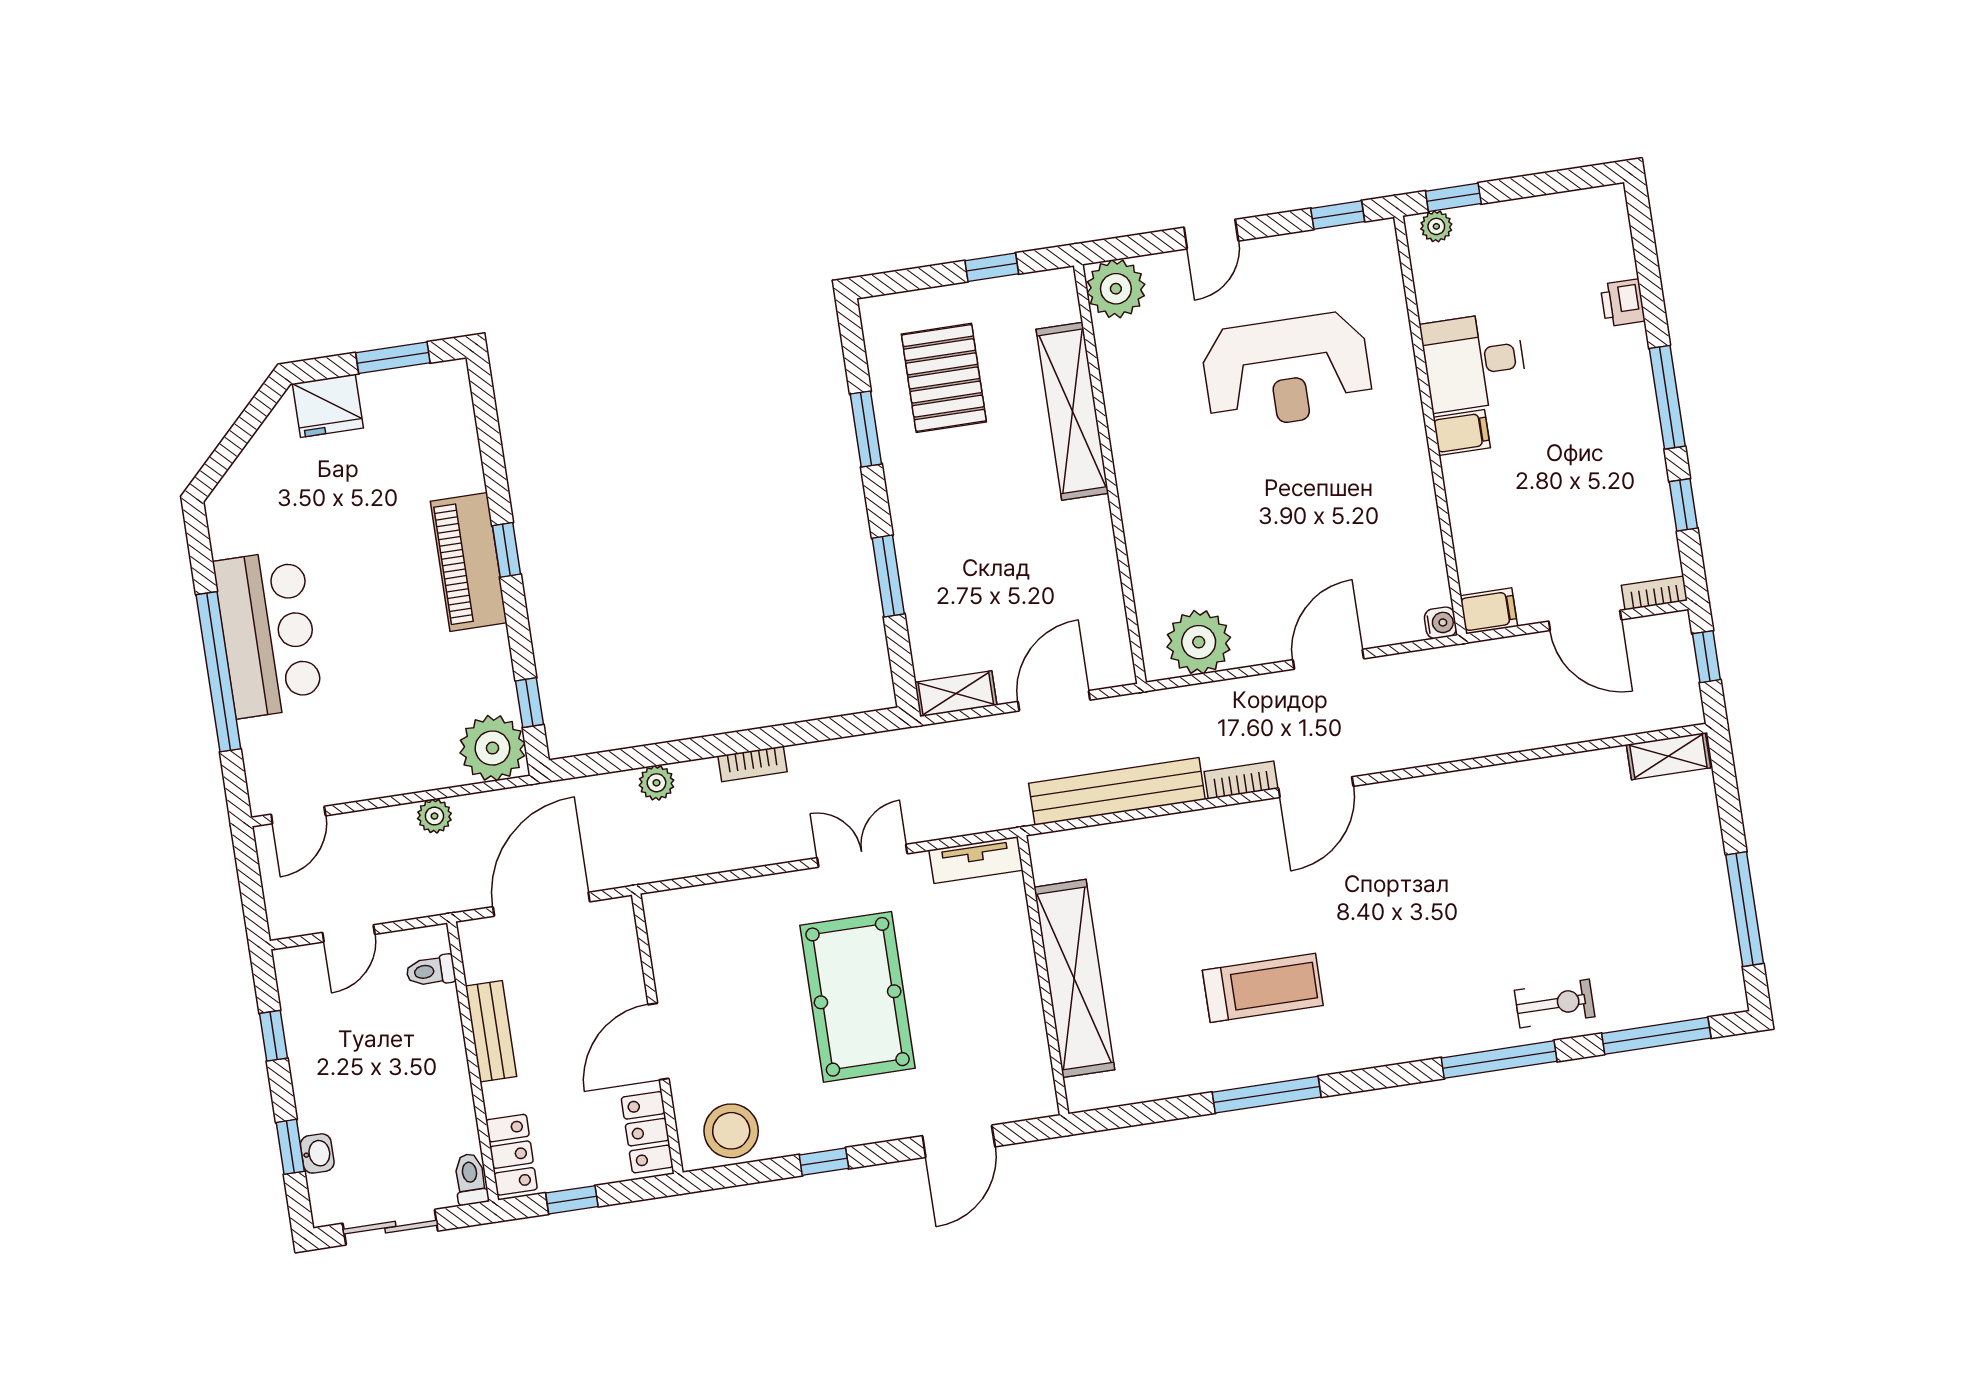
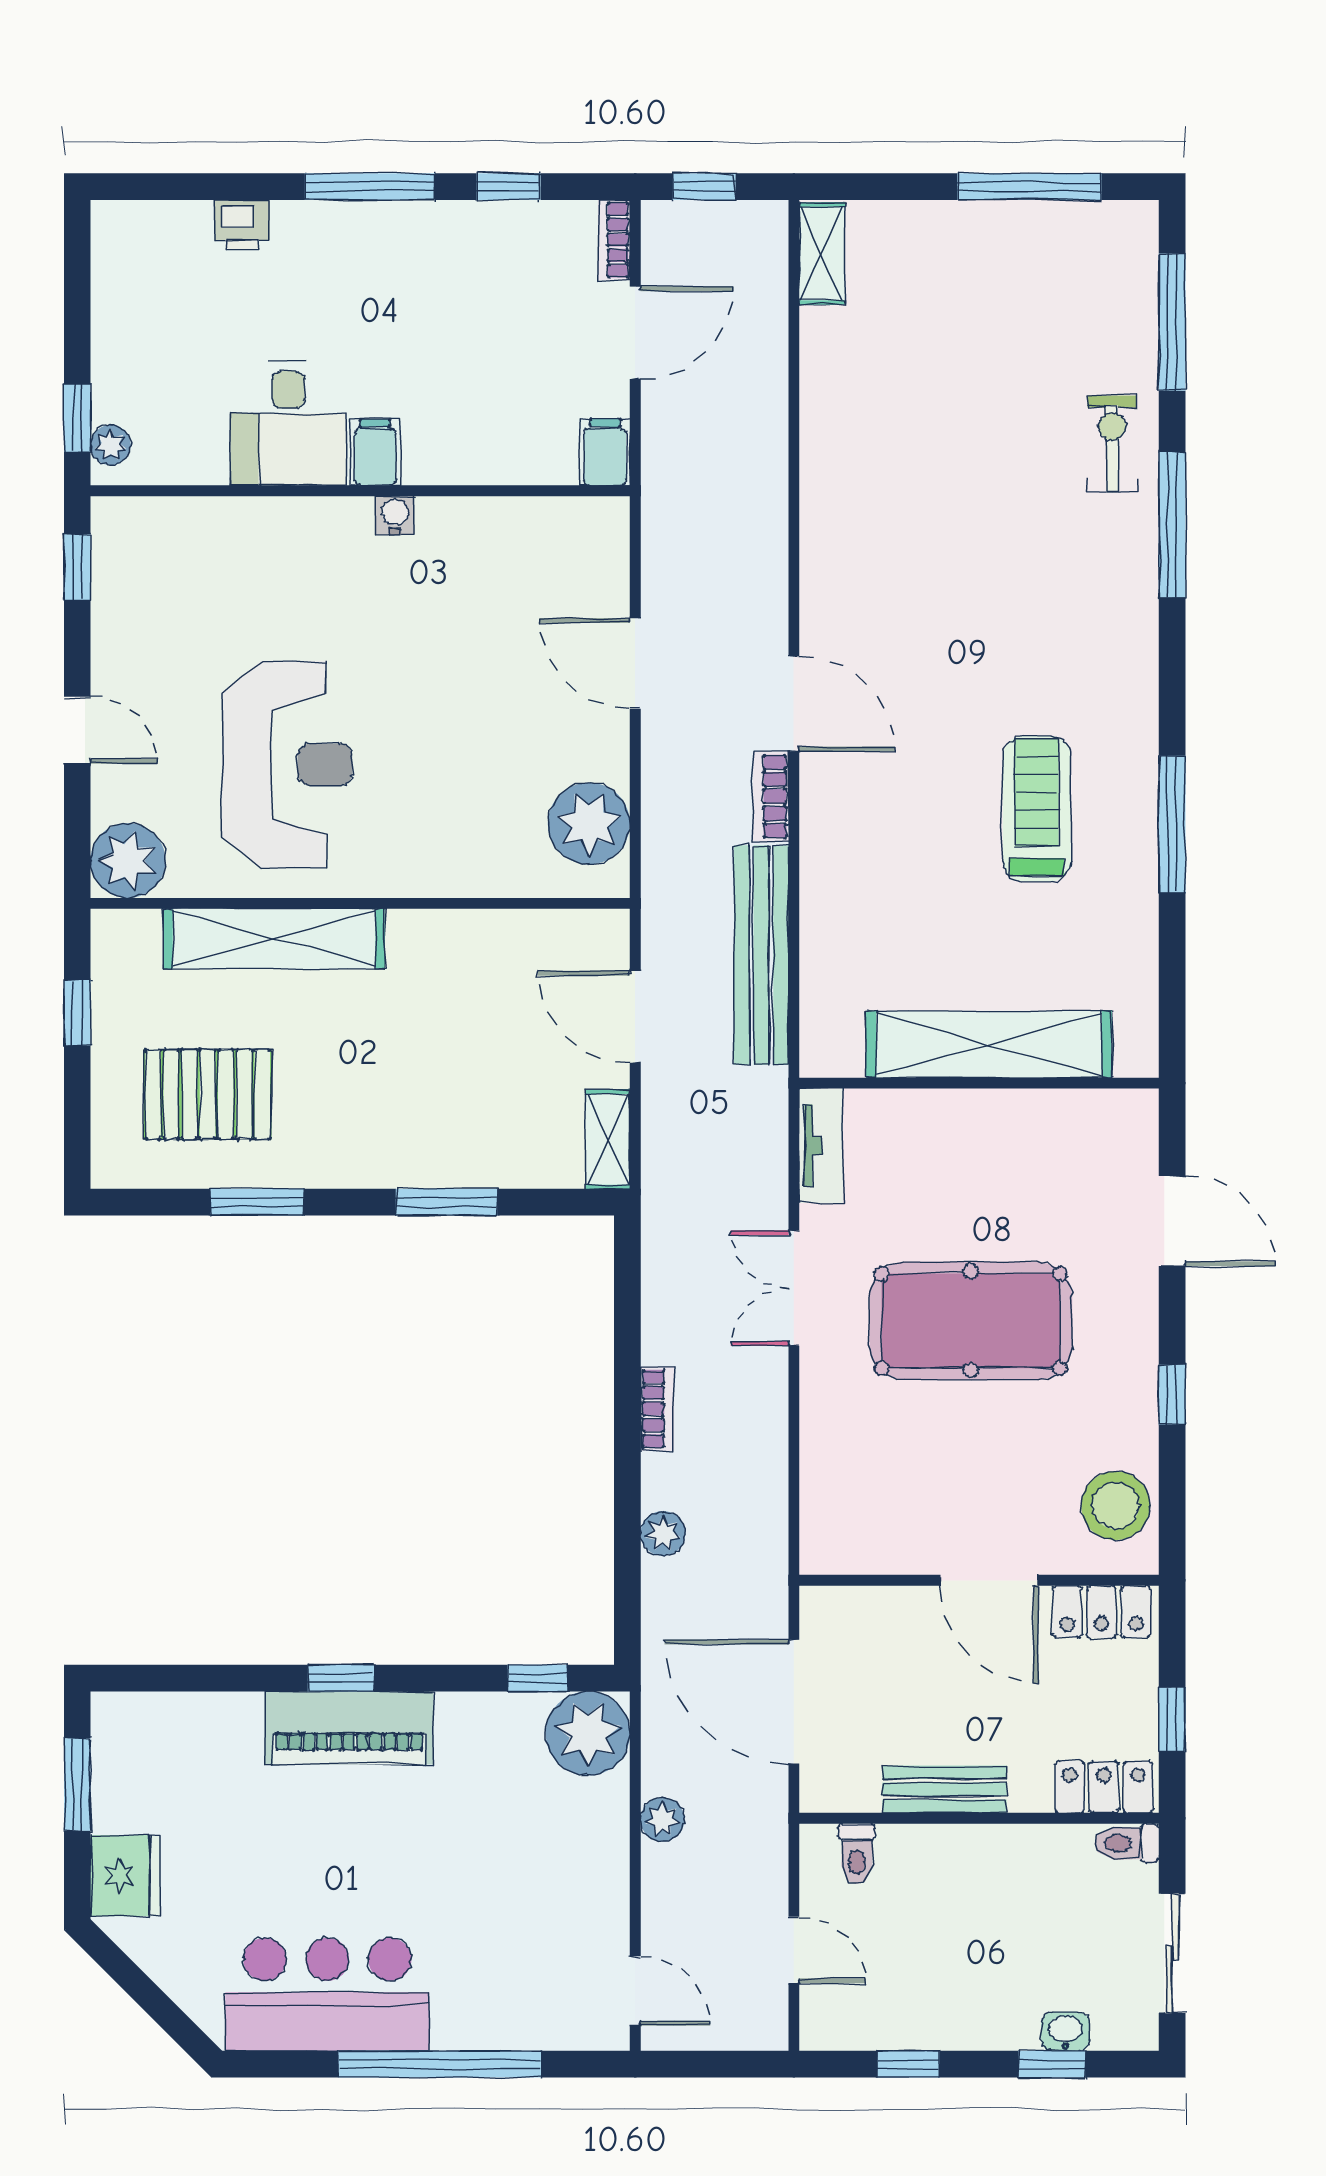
reception desk: (1287, 371) -> (287, 764), moved
water cooler: (1440, 623) -> (395, 515), moved
bar counter: (268, 634) -> (327, 1994), moved

